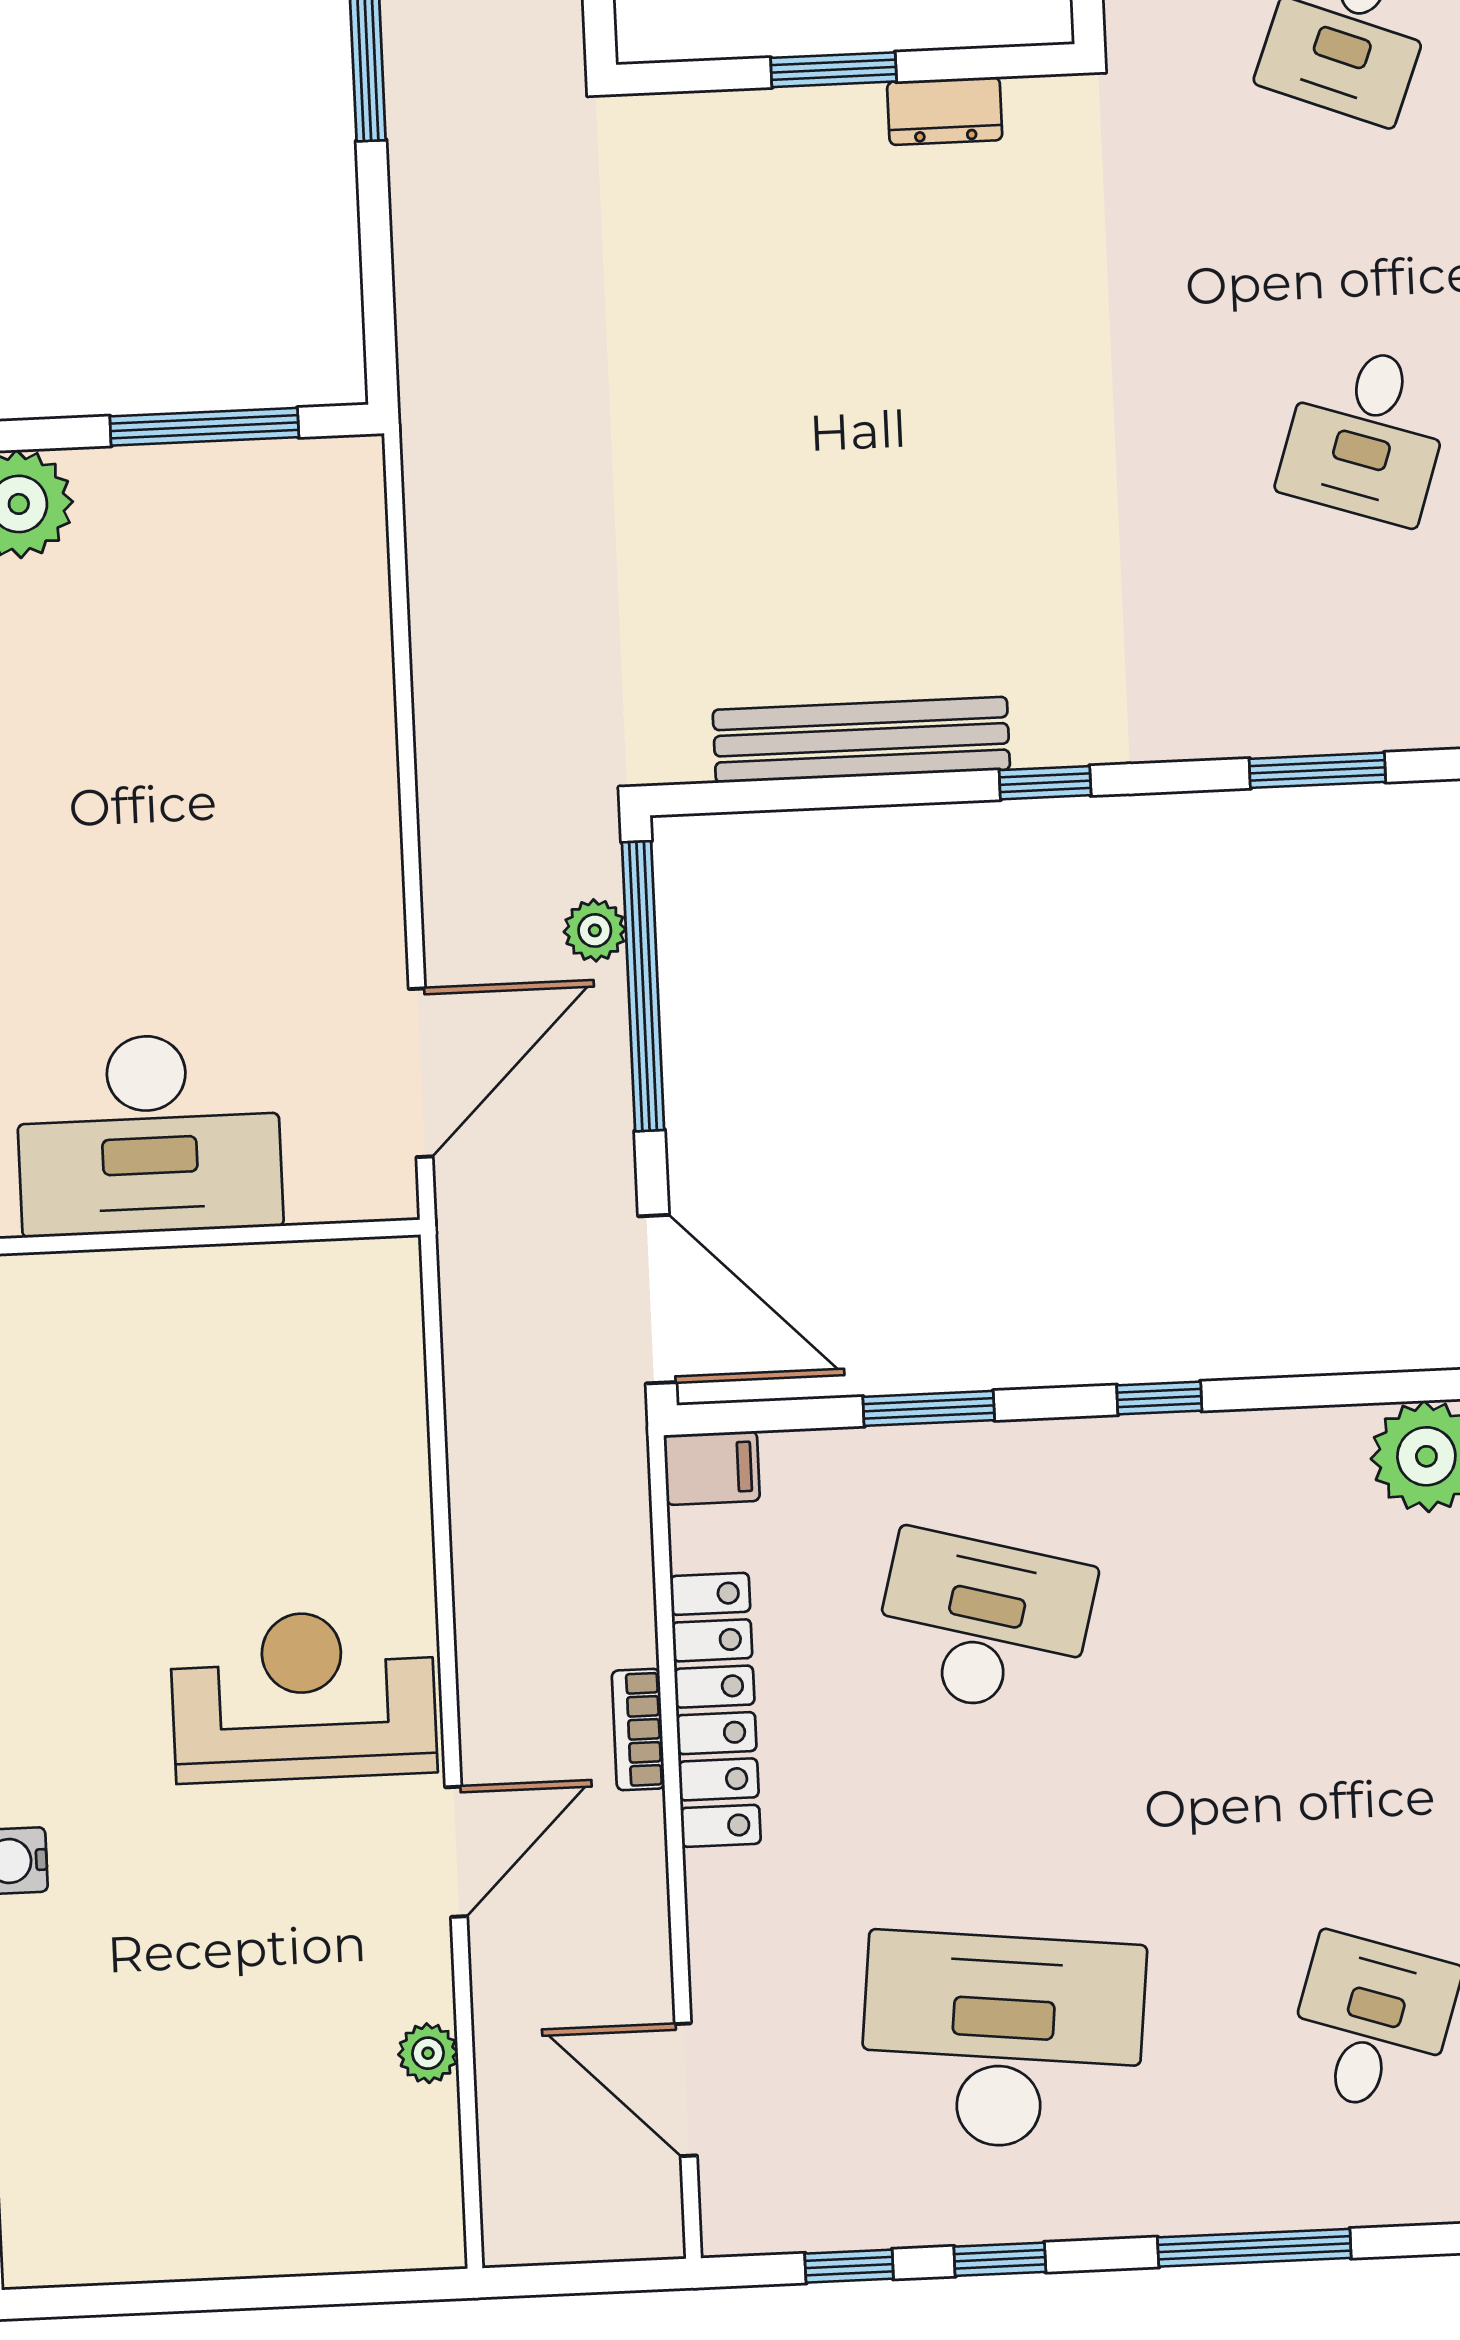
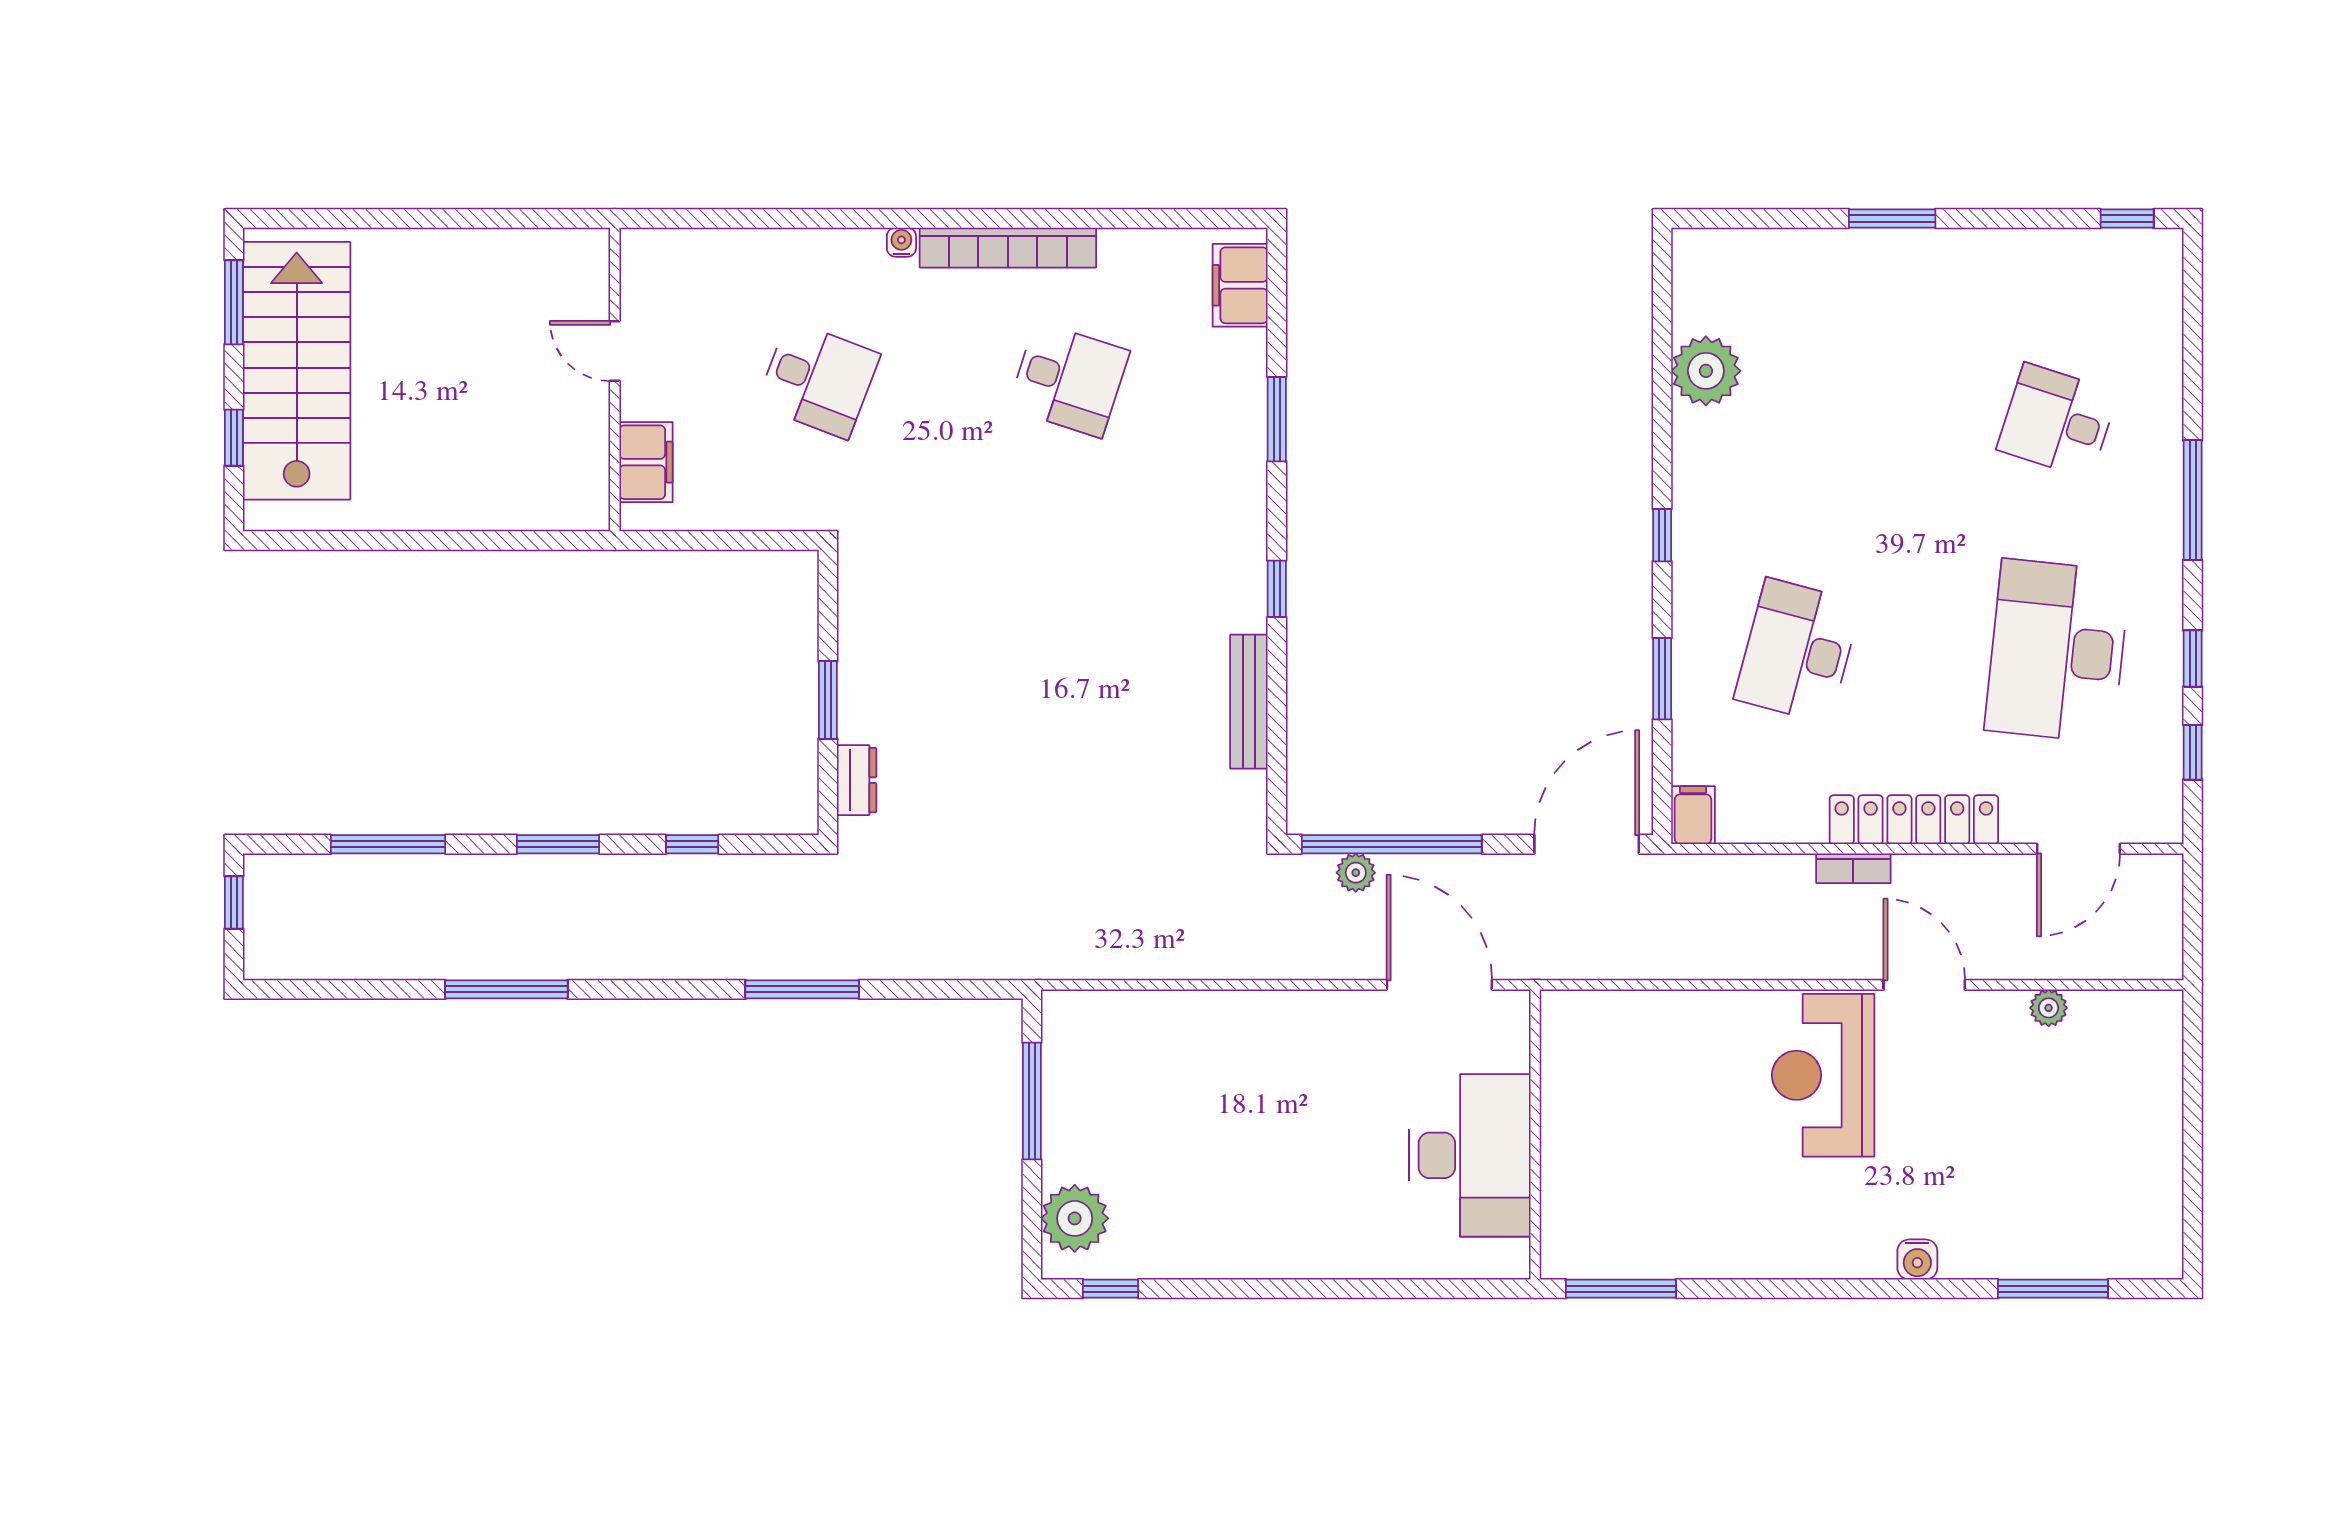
dresser: (945, 111) -> (857, 780), moved
bench: (861, 740) -> (1249, 702), width x0.73, depth x0.82
locker: (715, 1710) -> (1914, 820), moved

